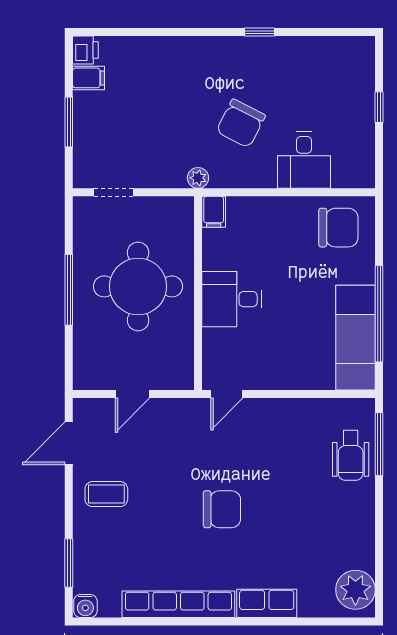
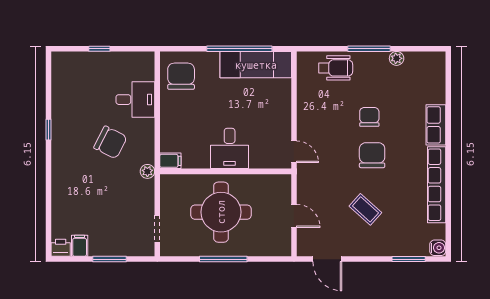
window: (379, 444) -> (369, 49), moved
coffee table: (106, 494) -> (365, 209), moved, turned -48
chair: (278, 505) -> (369, 117), added
plant: (355, 590) -> (397, 58), moved, width x0.53, depth x0.53

